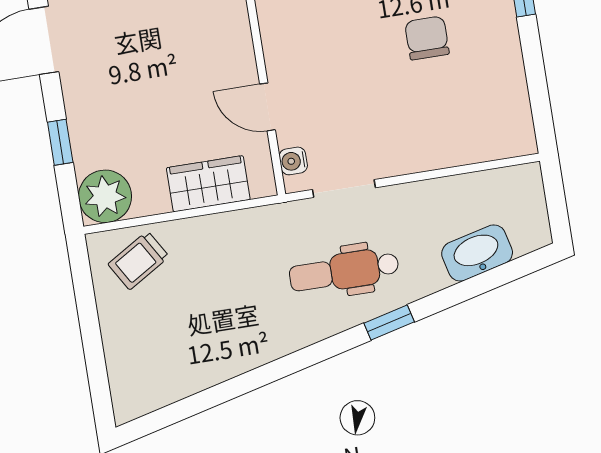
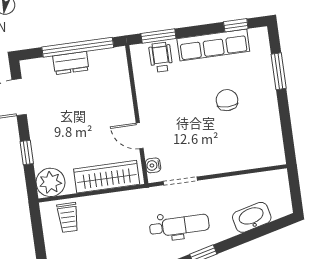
wardrobe: (208, 184) -> (107, 177), width x1.50
trolley: (139, 260) -> (68, 218), turned -59
dental chair: (344, 271) -> (179, 226), turned 180

